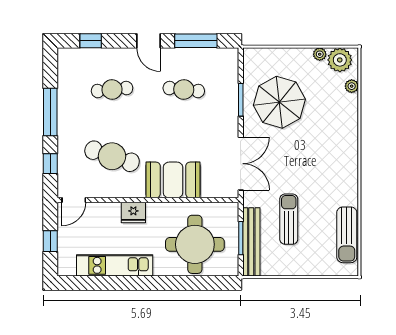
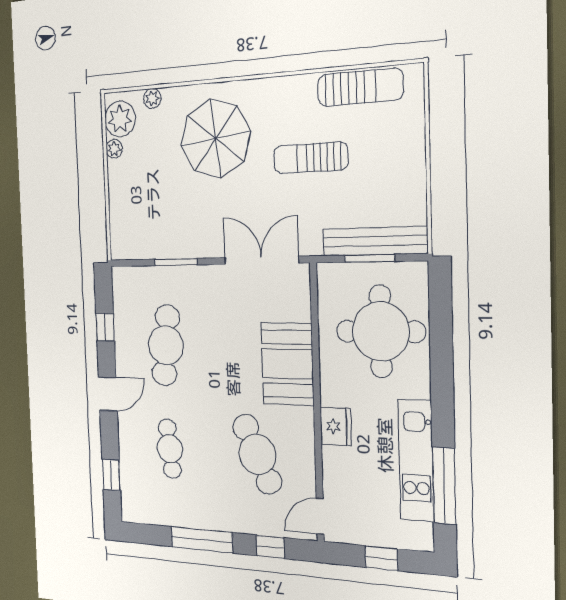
window: (196, 41) -> (105, 327), width x0.46
cafe table: (184, 90) -> (166, 345), width x1.37, depth x1.35
parasol: (279, 102) -> (215, 138), moved
cafe table: (112, 156) -> (257, 454), turned -42
door: (74, 200) -> (320, 516), swing flipped
sun lounger: (289, 219) -> (311, 158), moved
window: (100, 283) -> (444, 486), added

